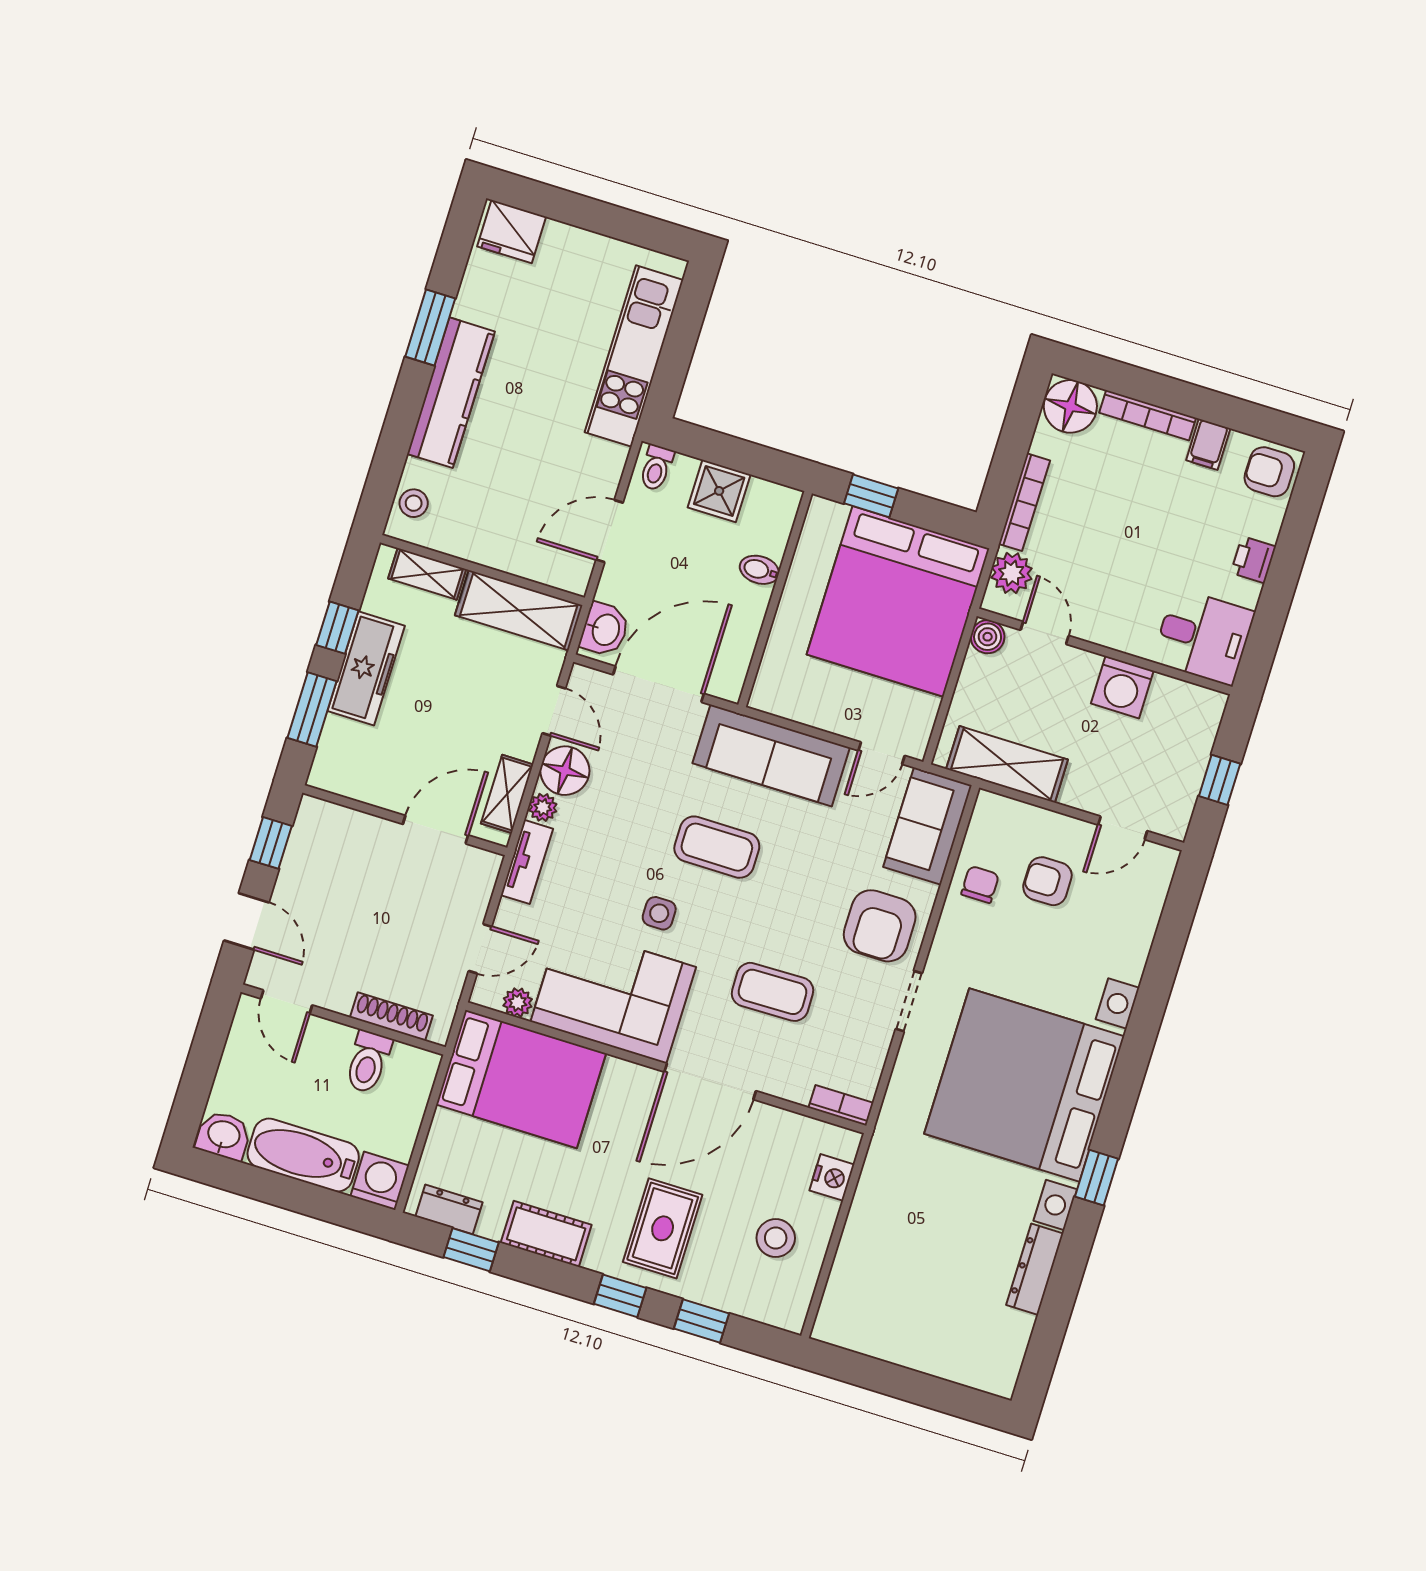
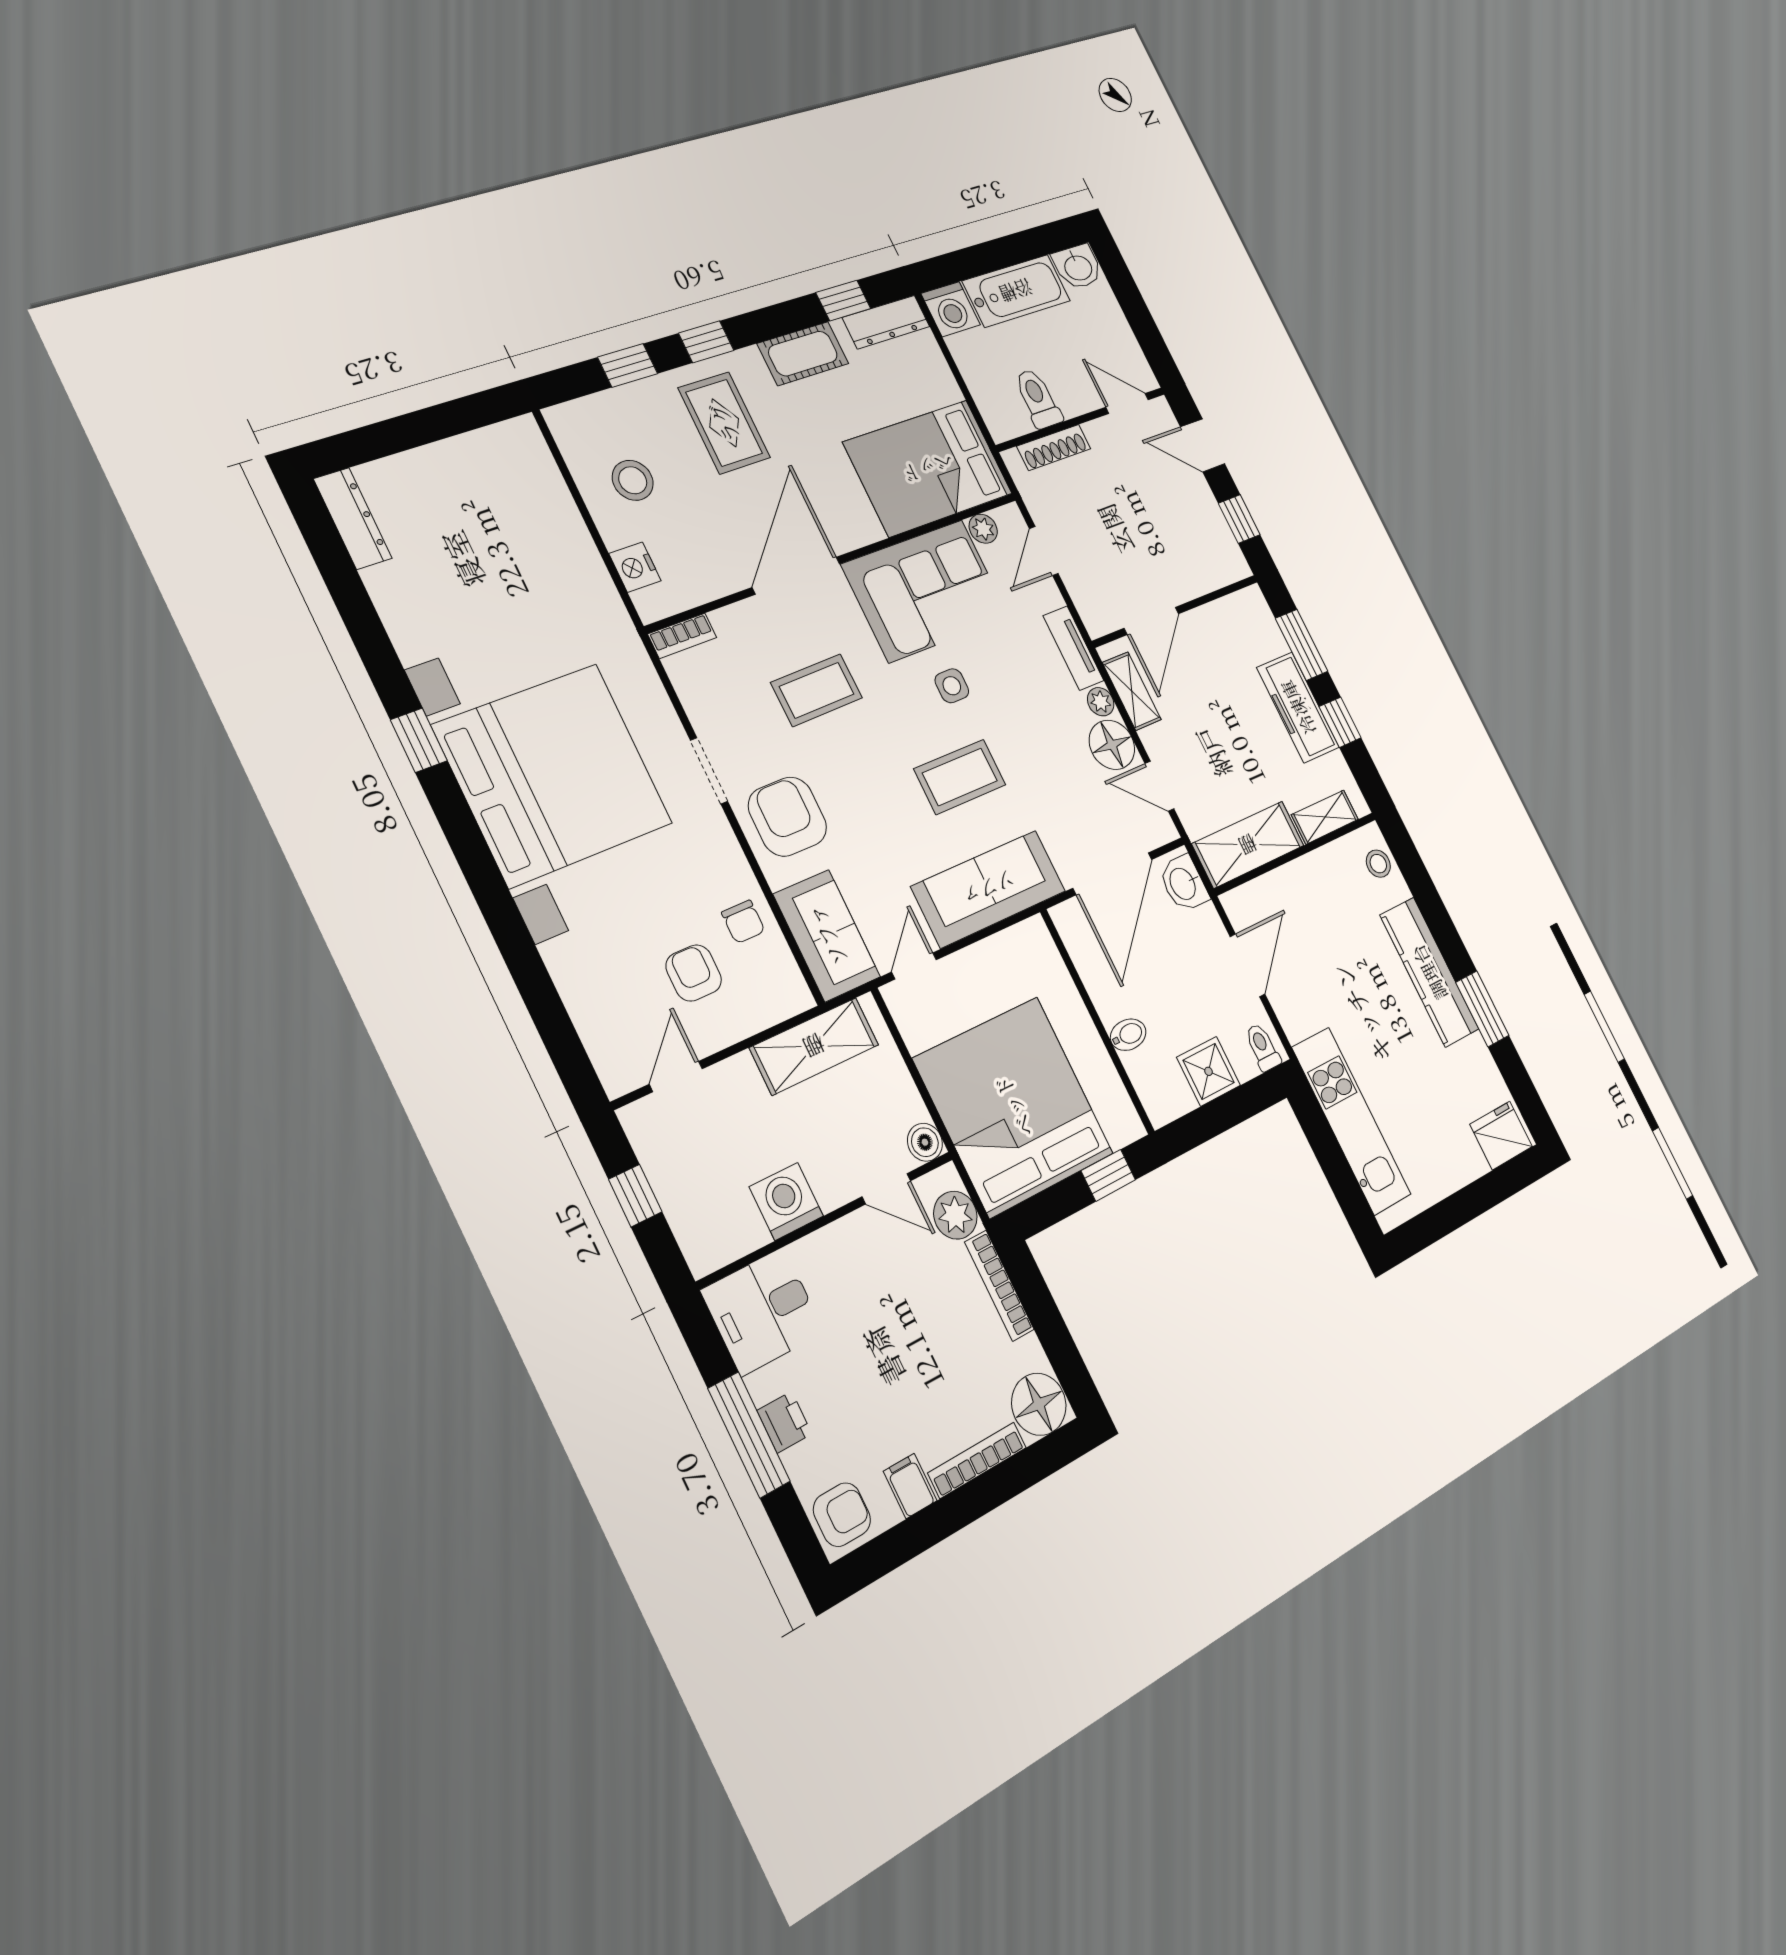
window: (1283, 574) -> (749, 1435), added
armchair: (1047, 881) -> (694, 973), turned -90
dresser: (449, 1209) -> (886, 322), width x1.44
dresser: (1035, 1269) -> (353, 519), moved

